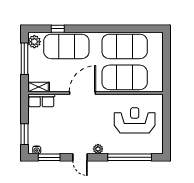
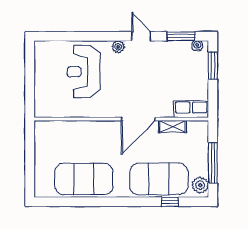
exercise mat: (125, 77) -> (84, 139), removed
shelving: (39, 87) -> (172, 127), moved
reception desk: (135, 120) -> (84, 72), moved, turned 90
window: (130, 157) -> (77, 36), removed

